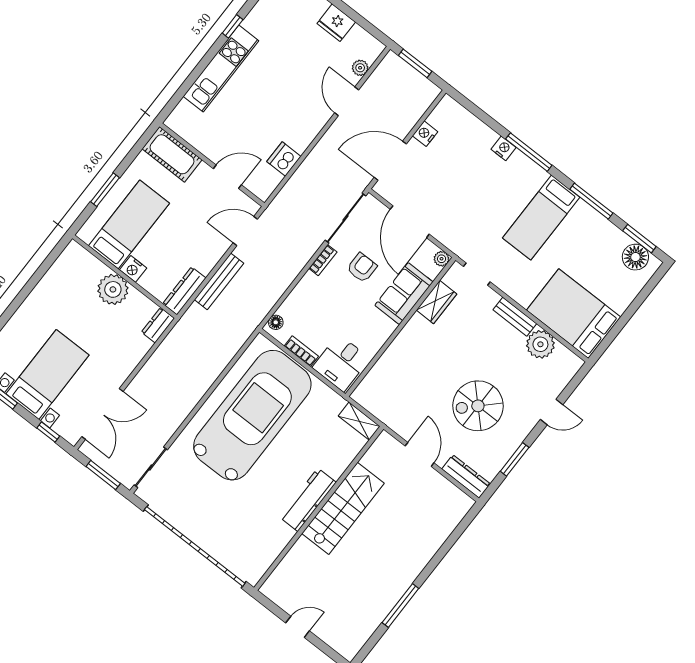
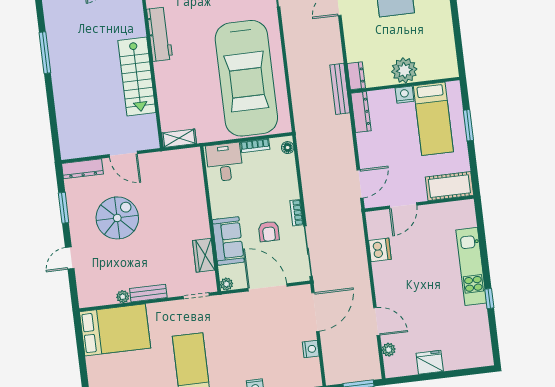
bench: (219, 281) -> (340, 89), moved
plant: (540, 344) -> (123, 297), width x0.53, depth x0.53
workbench: (308, 500) -> (160, 34), moved

